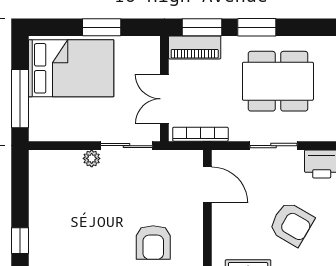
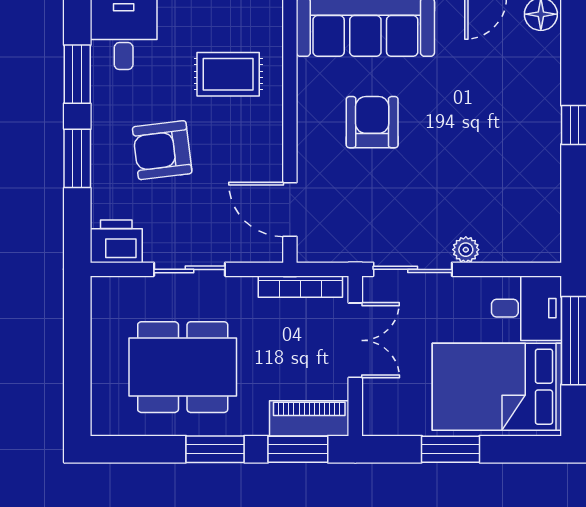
desk: (52, 120) -> (526, 308), added
armchair: (291, 224) -> (162, 150), turned -37

